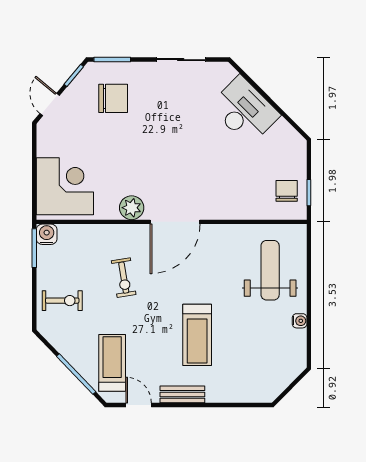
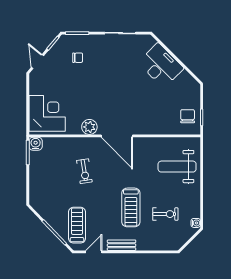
chair: (113, 98) -> (78, 58), width x0.54, depth x0.54
door: (175, 222) -> (117, 136), hinge flipped
weight bench: (270, 270) -> (177, 167), turned -90
exercise bike: (62, 301) -> (165, 214), moved
water cooler: (300, 321) -> (196, 223), moved
door: (139, 405) -> (94, 252), hinge flipped

